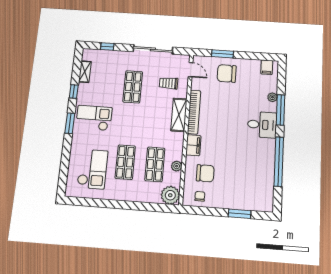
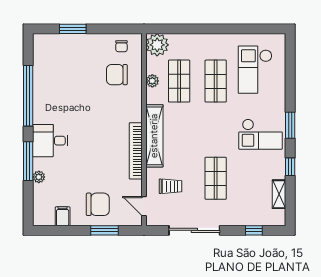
filing cabinet: (267, 67) -> (63, 216), moved
shelving: (179, 115) -> (154, 136), width x1.47
filing cabinet: (193, 145) -> (134, 108), removed

